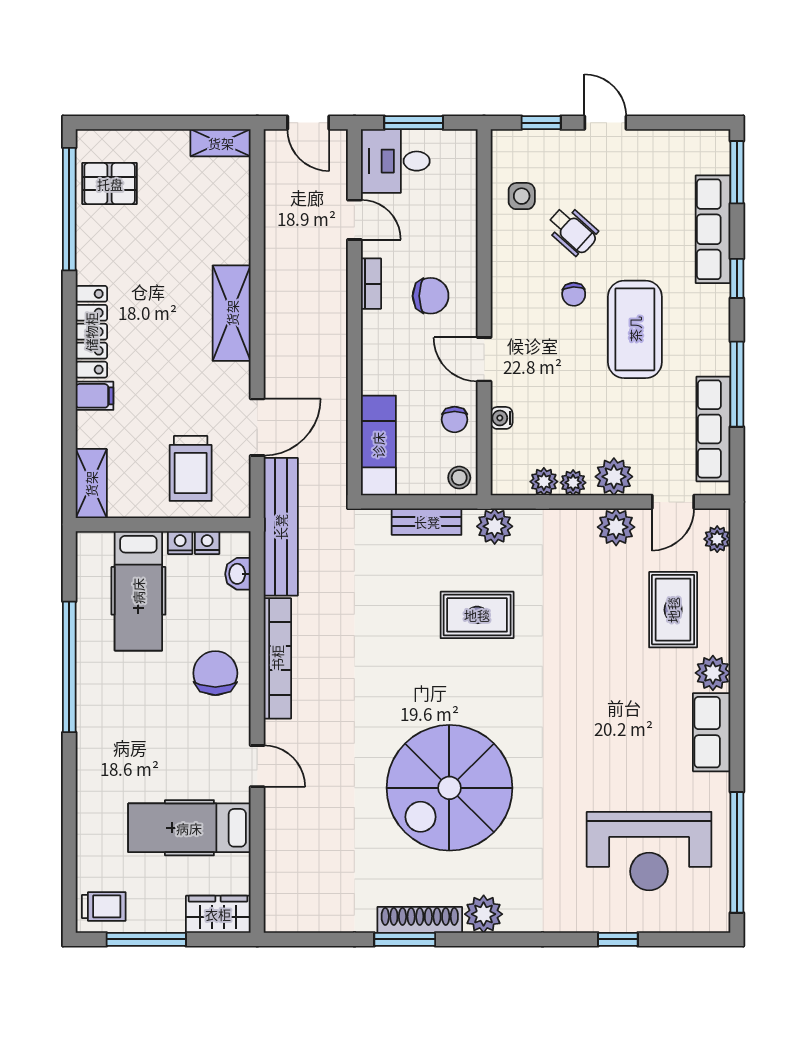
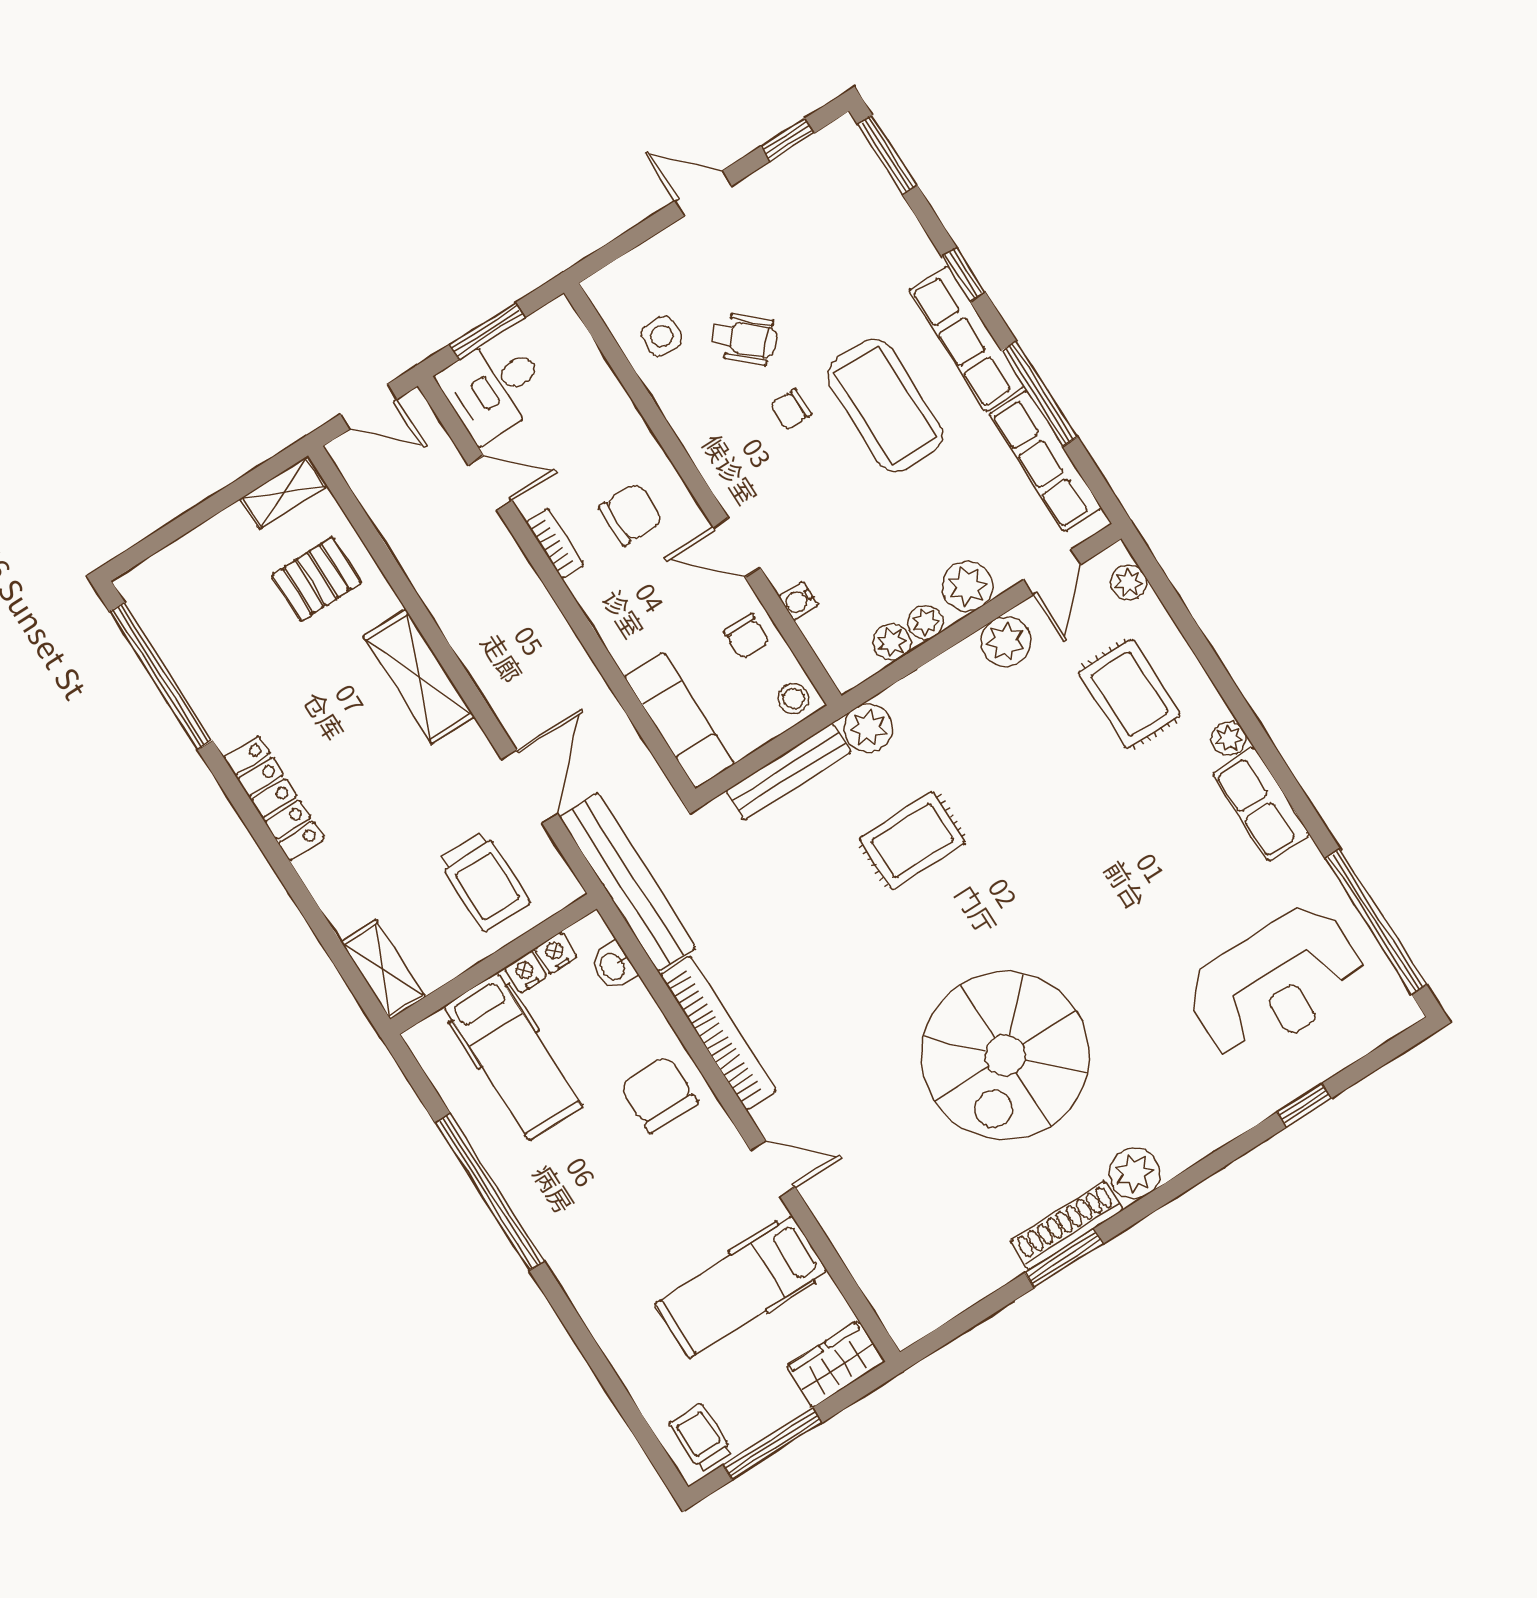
window: (541, 123) -> (787, 140), moved
pallet: (110, 184) -> (317, 579), moved
row of seats: (713, 229) -> (966, 339), moved
chair: (574, 294) -> (791, 410), turned 92
filing cabinet: (95, 396) -> (324, 868), removed
bench: (427, 522) -> (788, 772), width x1.36
plant: (713, 673) -> (1229, 738), width x0.73, depth x0.73
trolley: (104, 906) -> (701, 1437), turned -90

